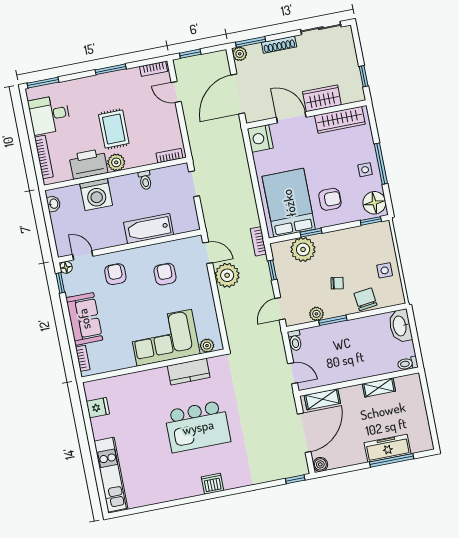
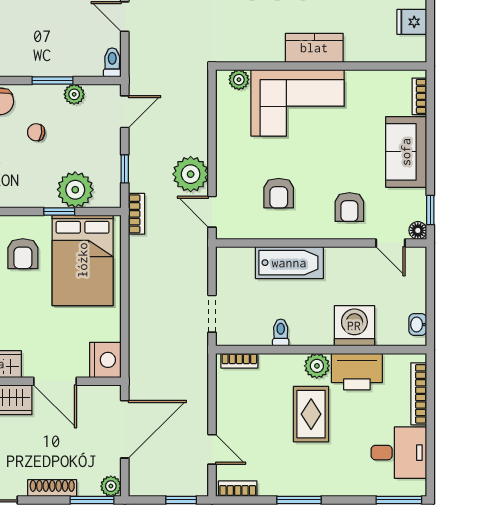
armchair: (330, 199) -> (23, 254), turned -90
kitchen counter: (189, 372) -> (314, 48), moved

